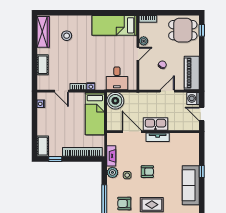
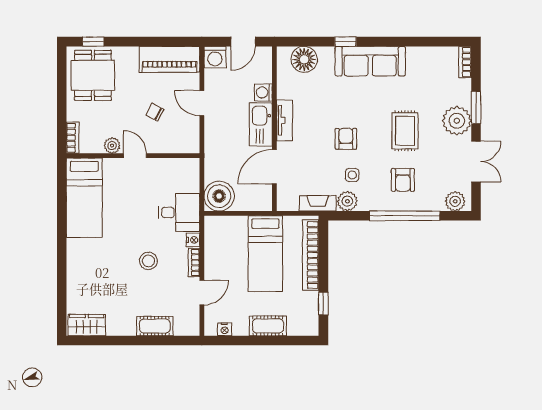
wardrobe: (43, 32) -> (87, 325), width x0.67
stool: (67, 36) -> (148, 261), moved
desk: (117, 78) -> (179, 212), moved
bed: (95, 114) -> (265, 254), moved, turned 90
washing machine: (173, 126) -> (263, 92), added
cot: (43, 146) -> (268, 326), moved
floor lamp: (192, 148) -> (304, 59), added

